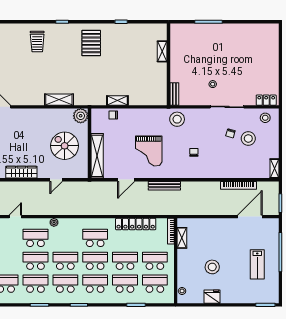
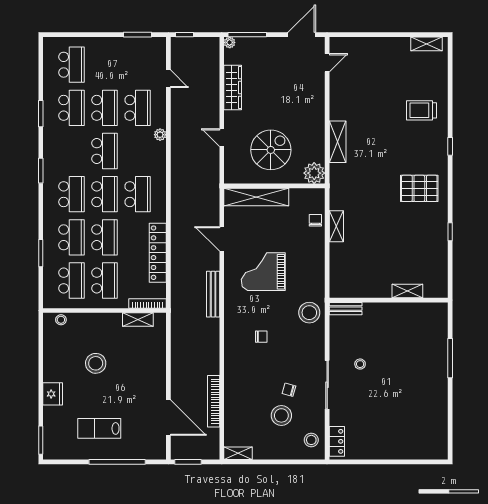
school desk: (65, 284) -> (71, 151), removed
fridge: (212, 297) -> (53, 394), moved

